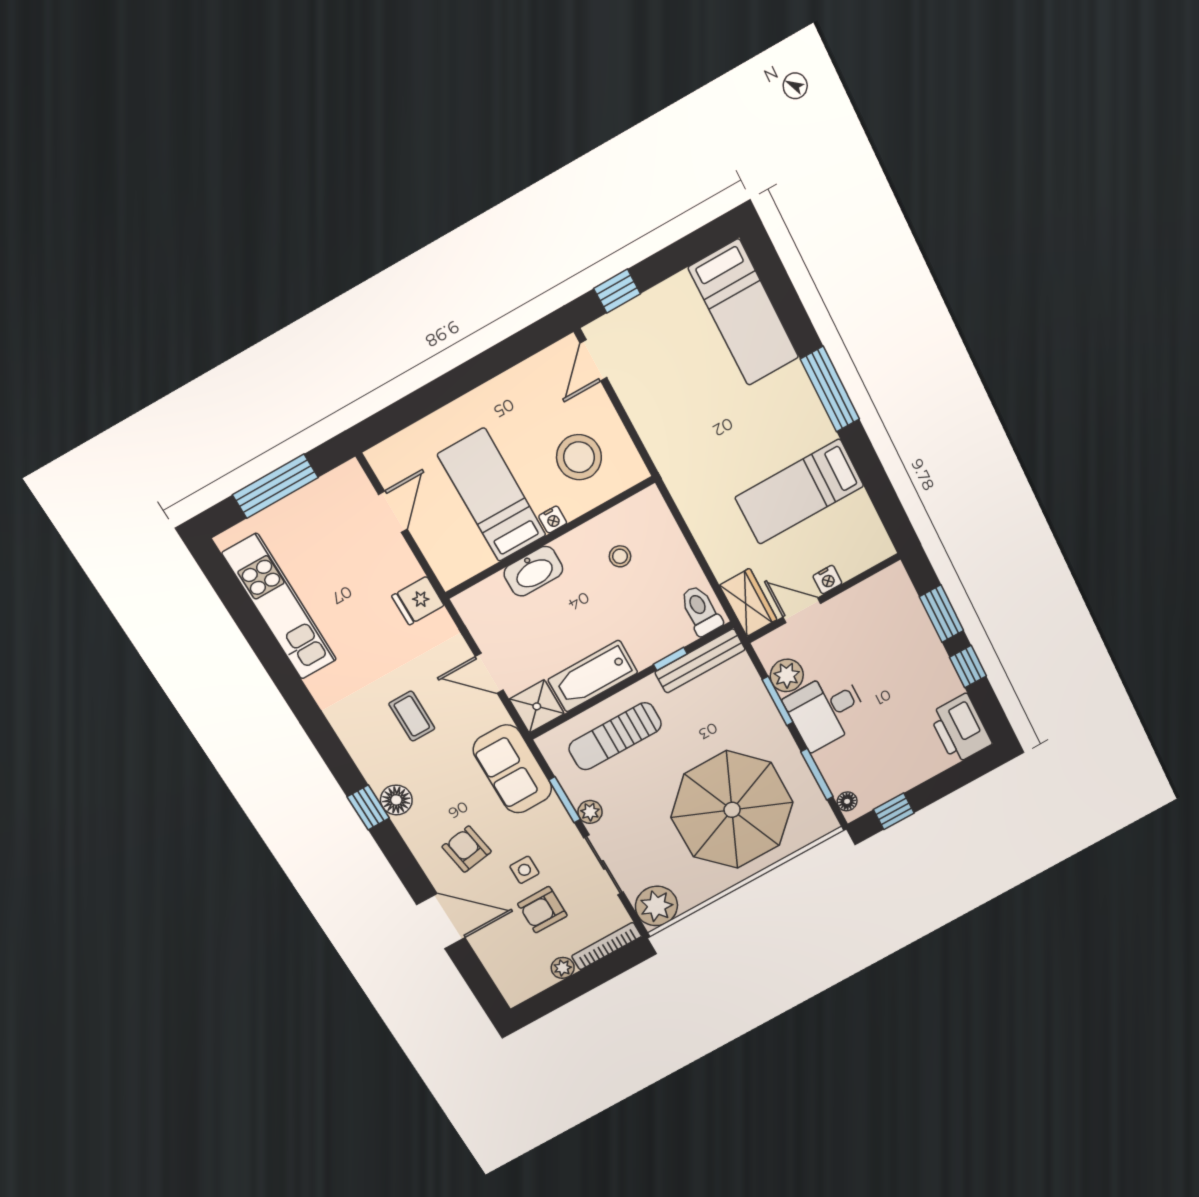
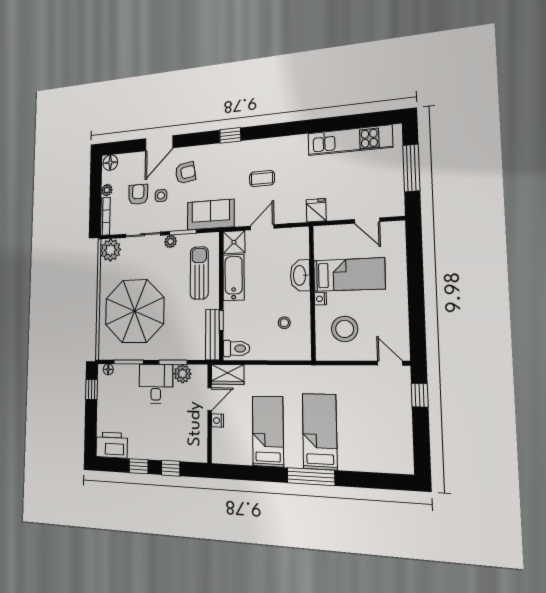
bed: (744, 313) -> (320, 431), moved, turned 90
window: (942, 614) -> (171, 468), width x0.67
floor lamp: (396, 800) -> (110, 163), moved

